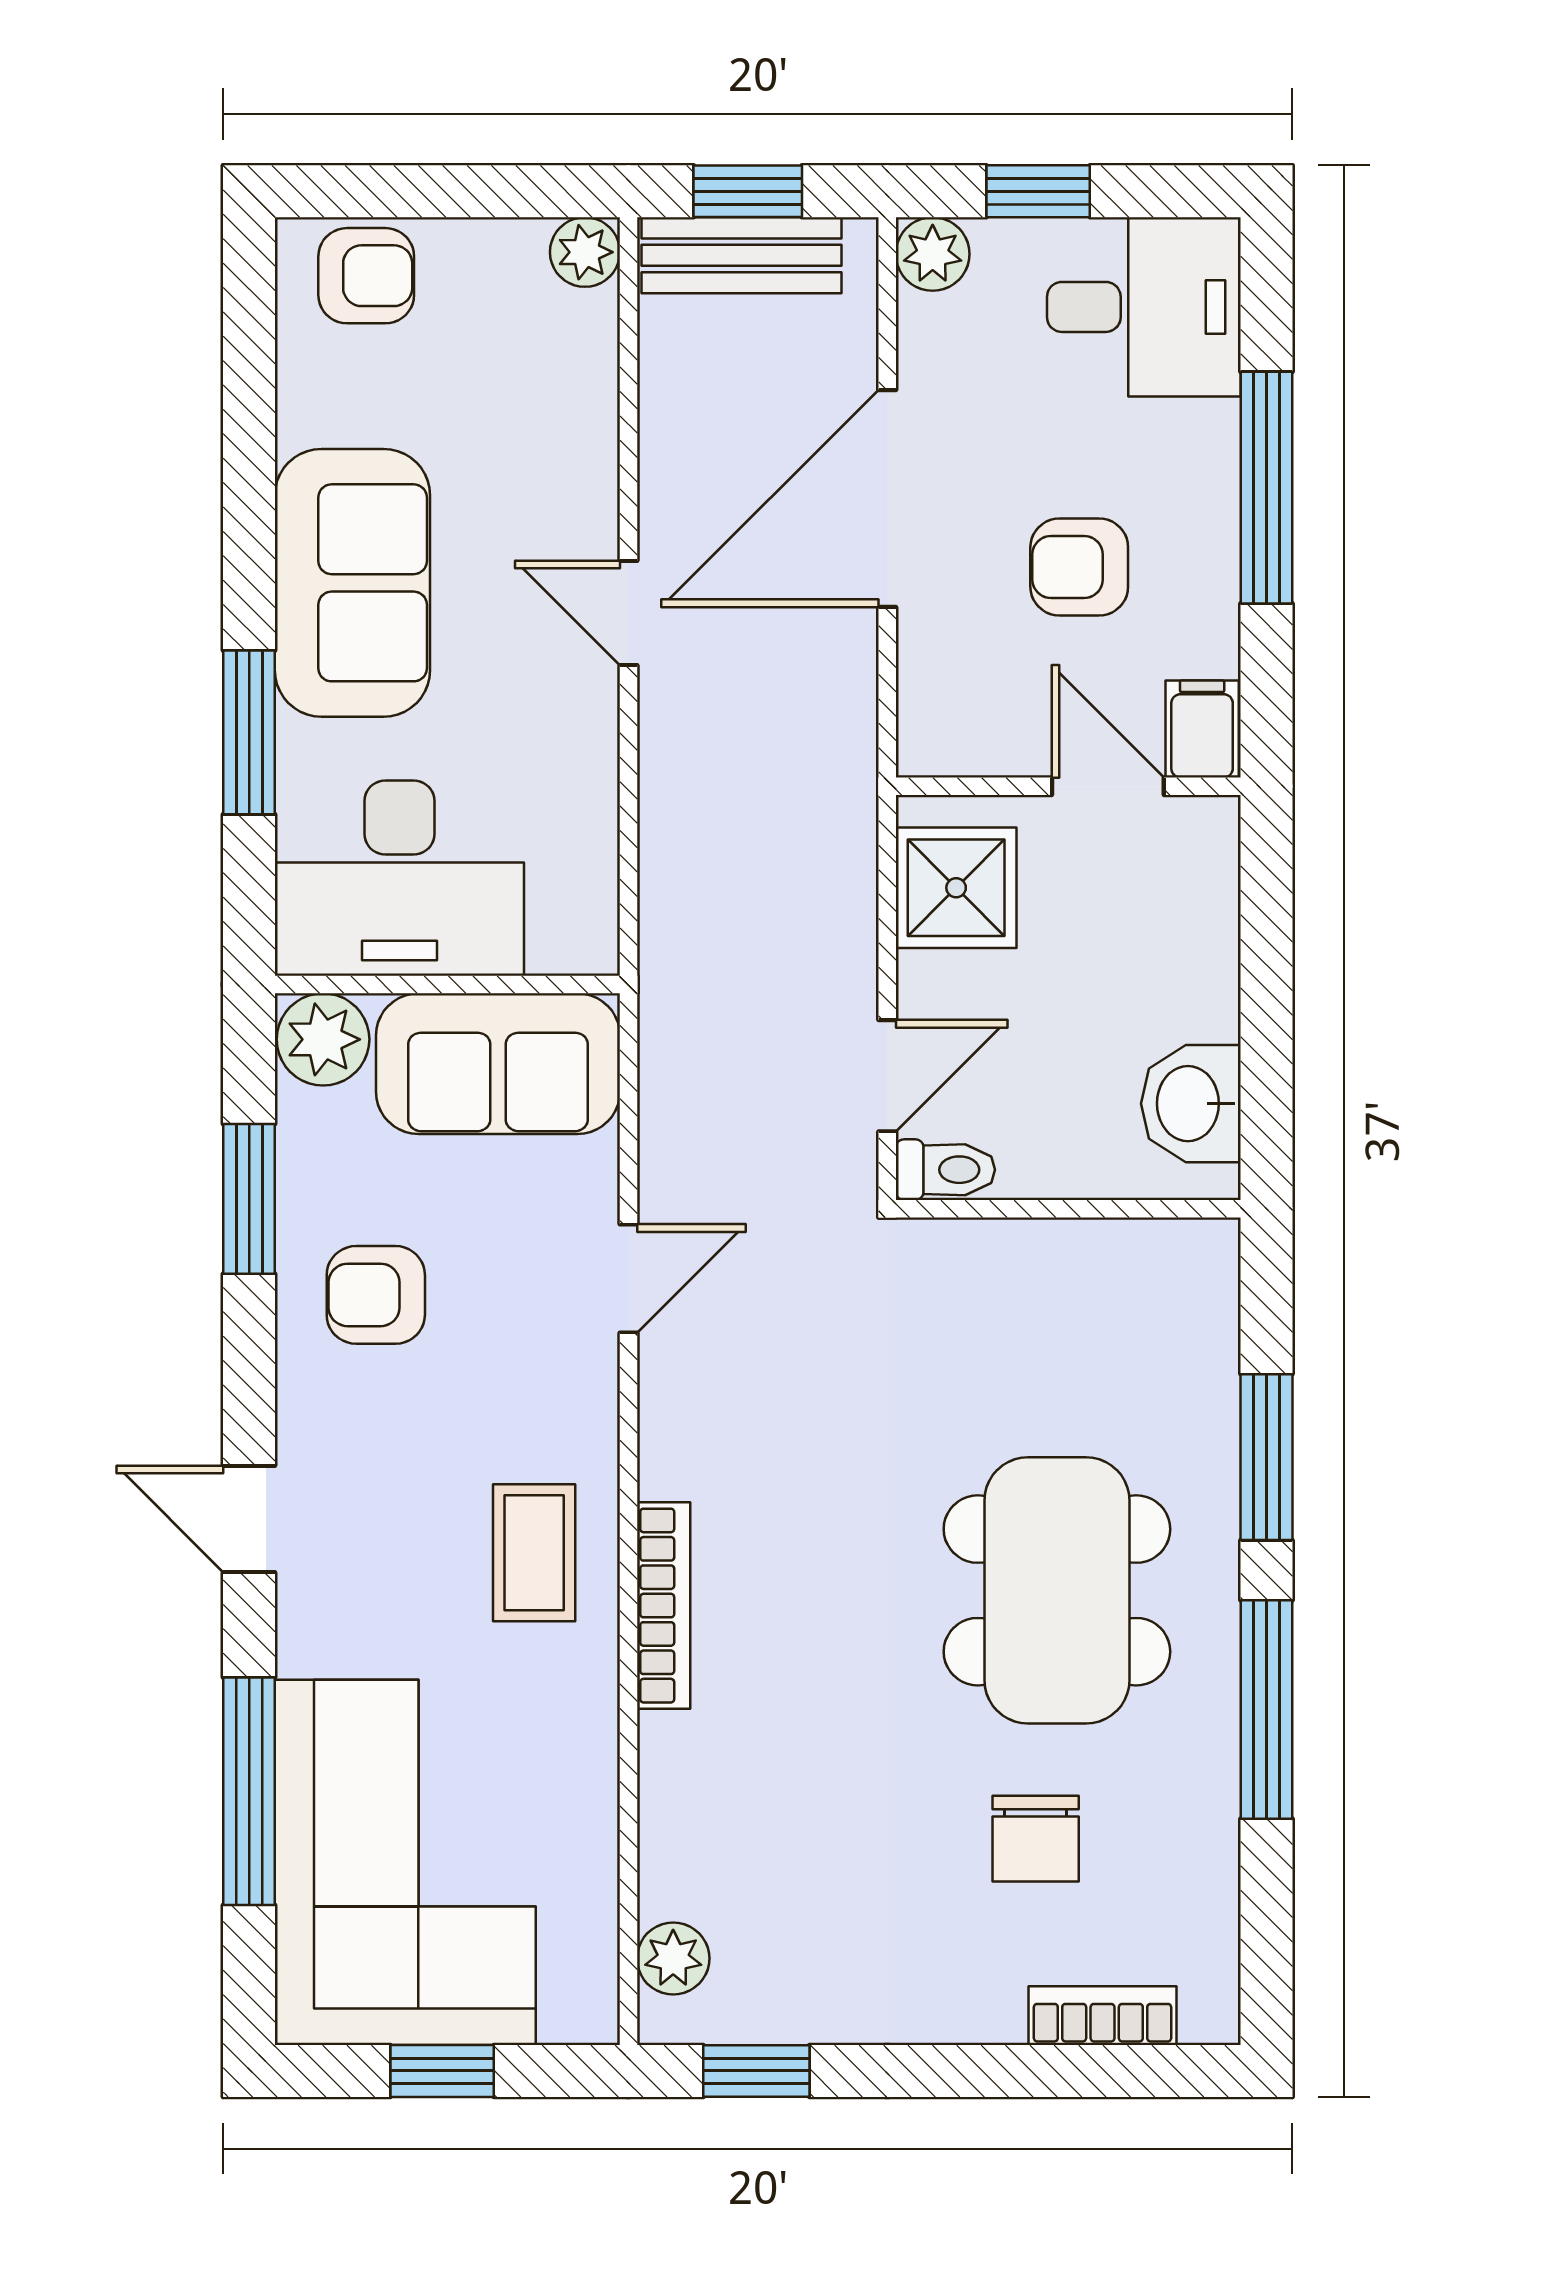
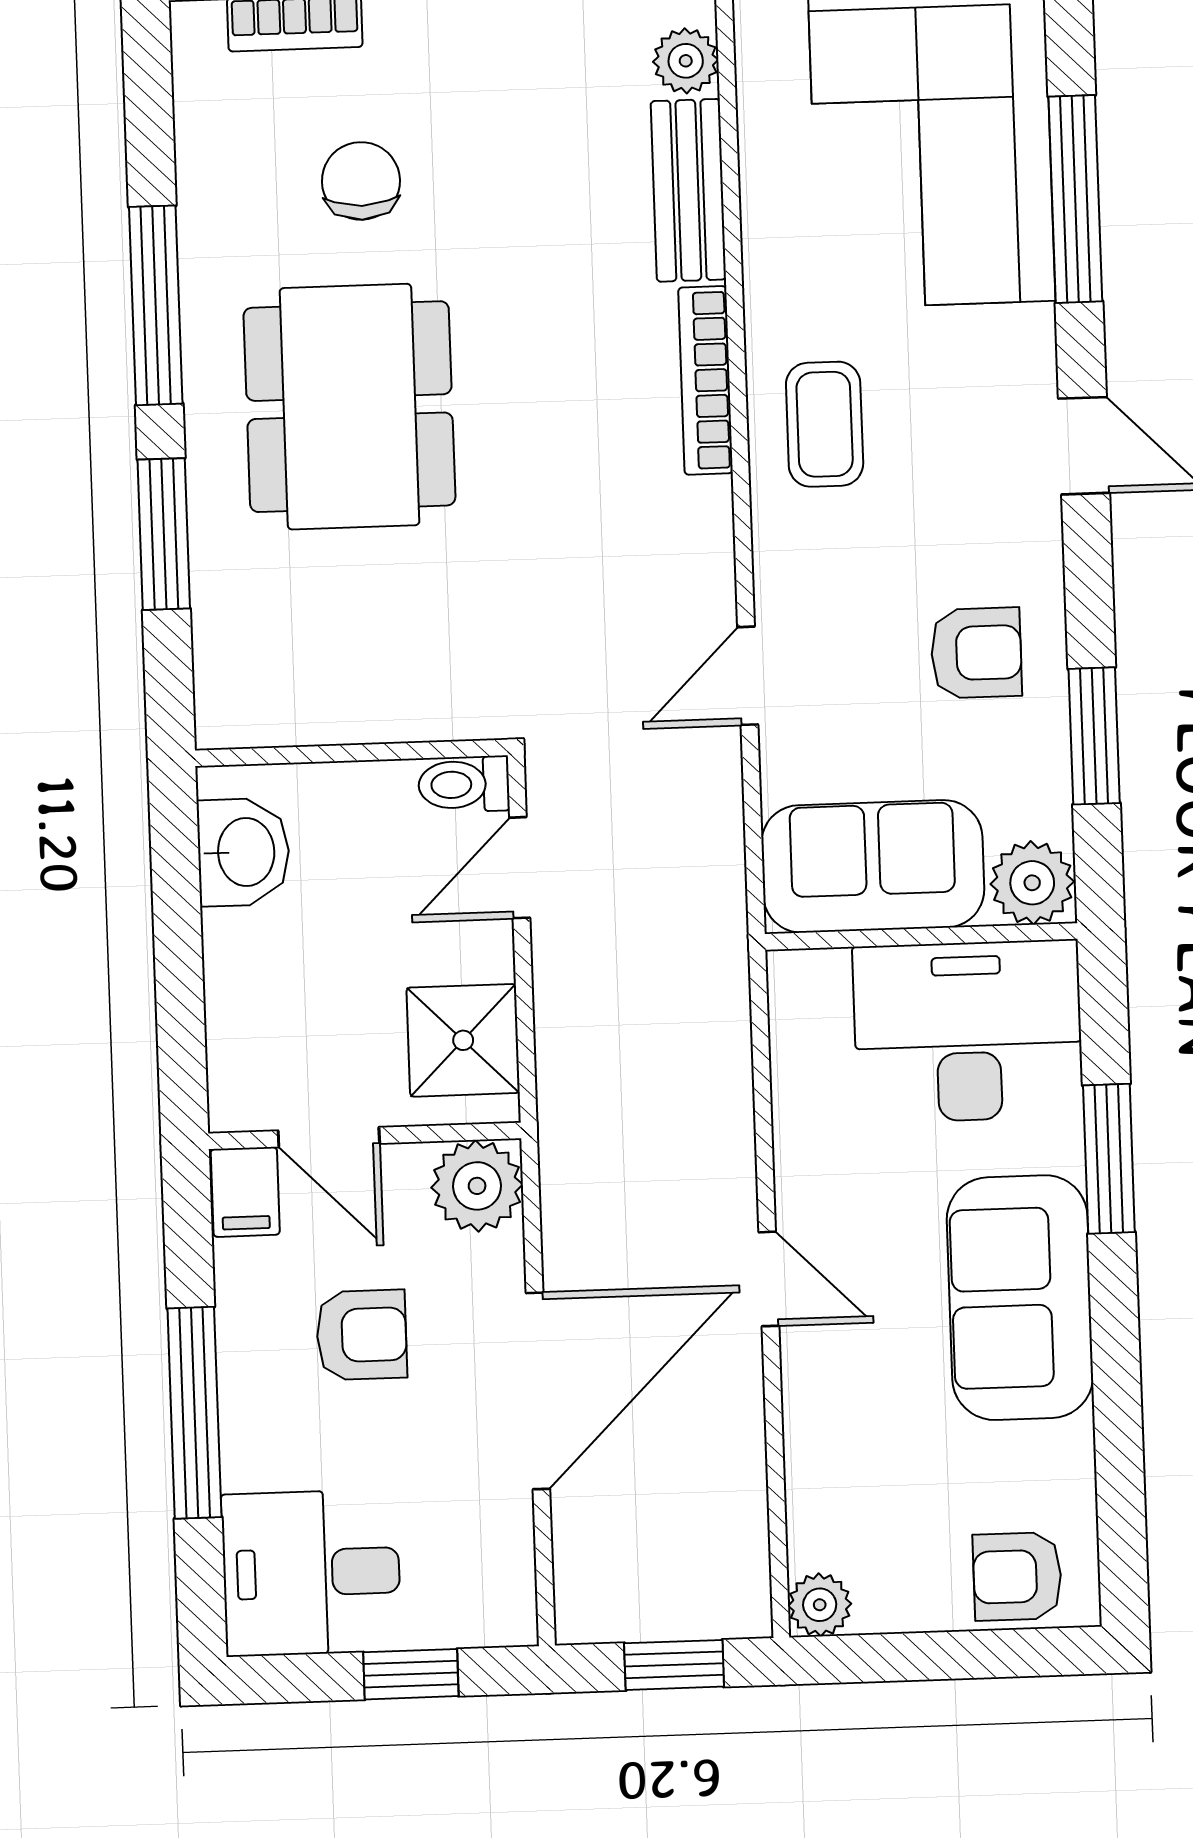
plant: (933, 254) -> (477, 1186), moved, width x1.38, depth x1.38
bench: (742, 255) -> (688, 190), moved, turned 90

